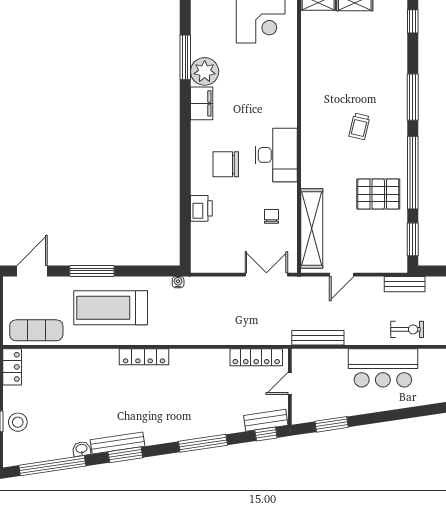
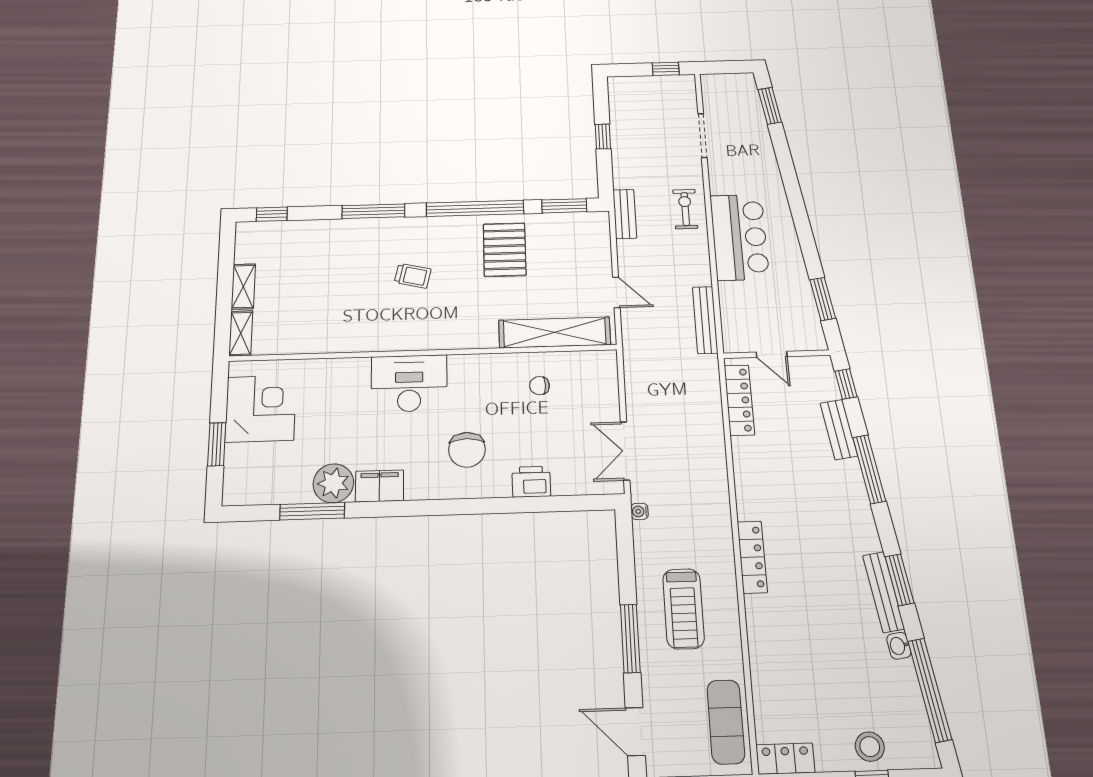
desk: (276, 155) -> (409, 383), moved
double door: (266, 275) -> (625, 451), moved
treadmill: (111, 308) -> (683, 609), width x0.73, depth x0.73
bench: (266, 420) -> (839, 430), moved

